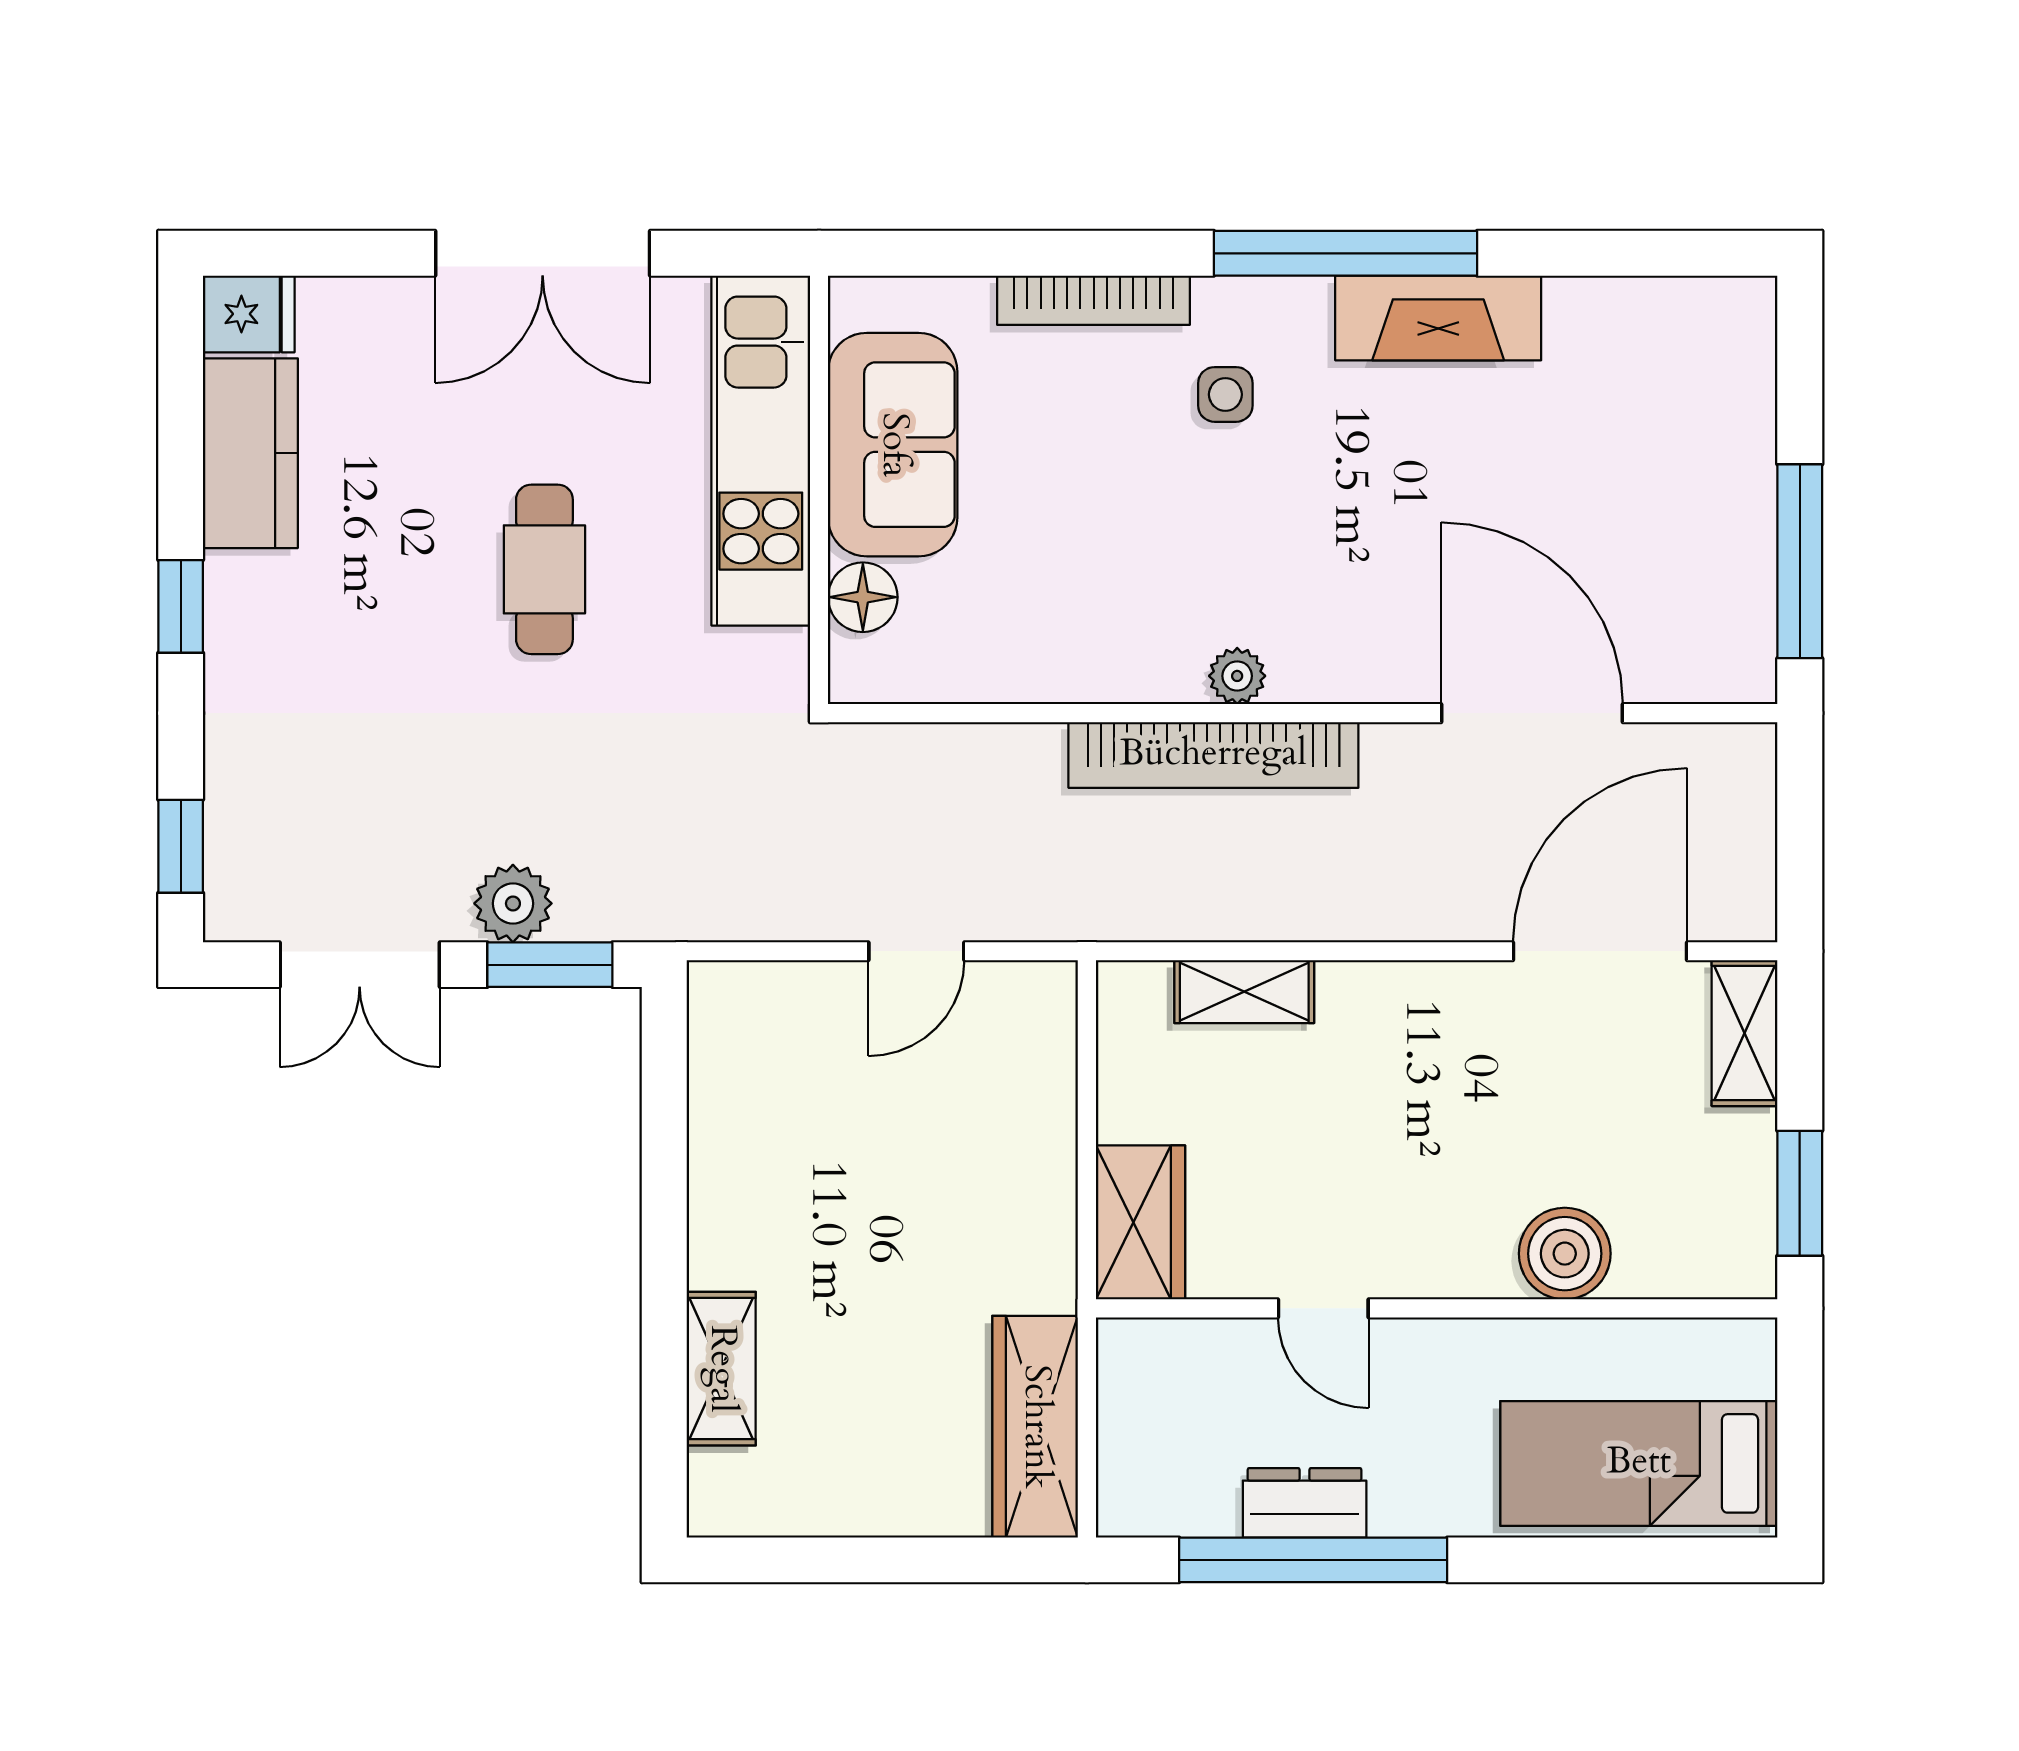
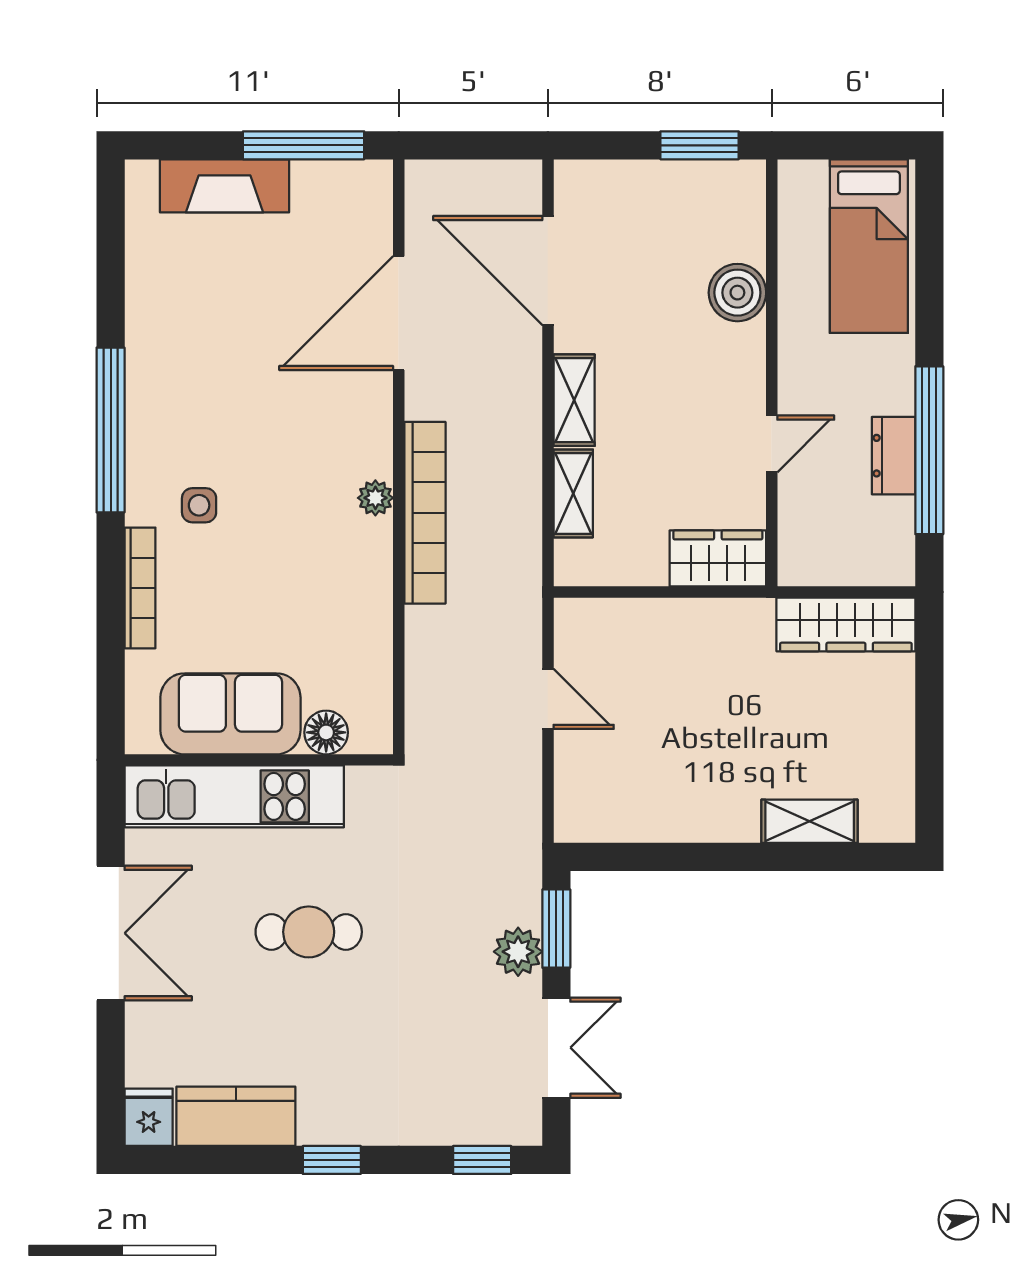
fireplace: (1438, 318) -> (225, 186), moved, turned 90
shelving: (1745, 1033) -> (574, 400), moved, turned 90

